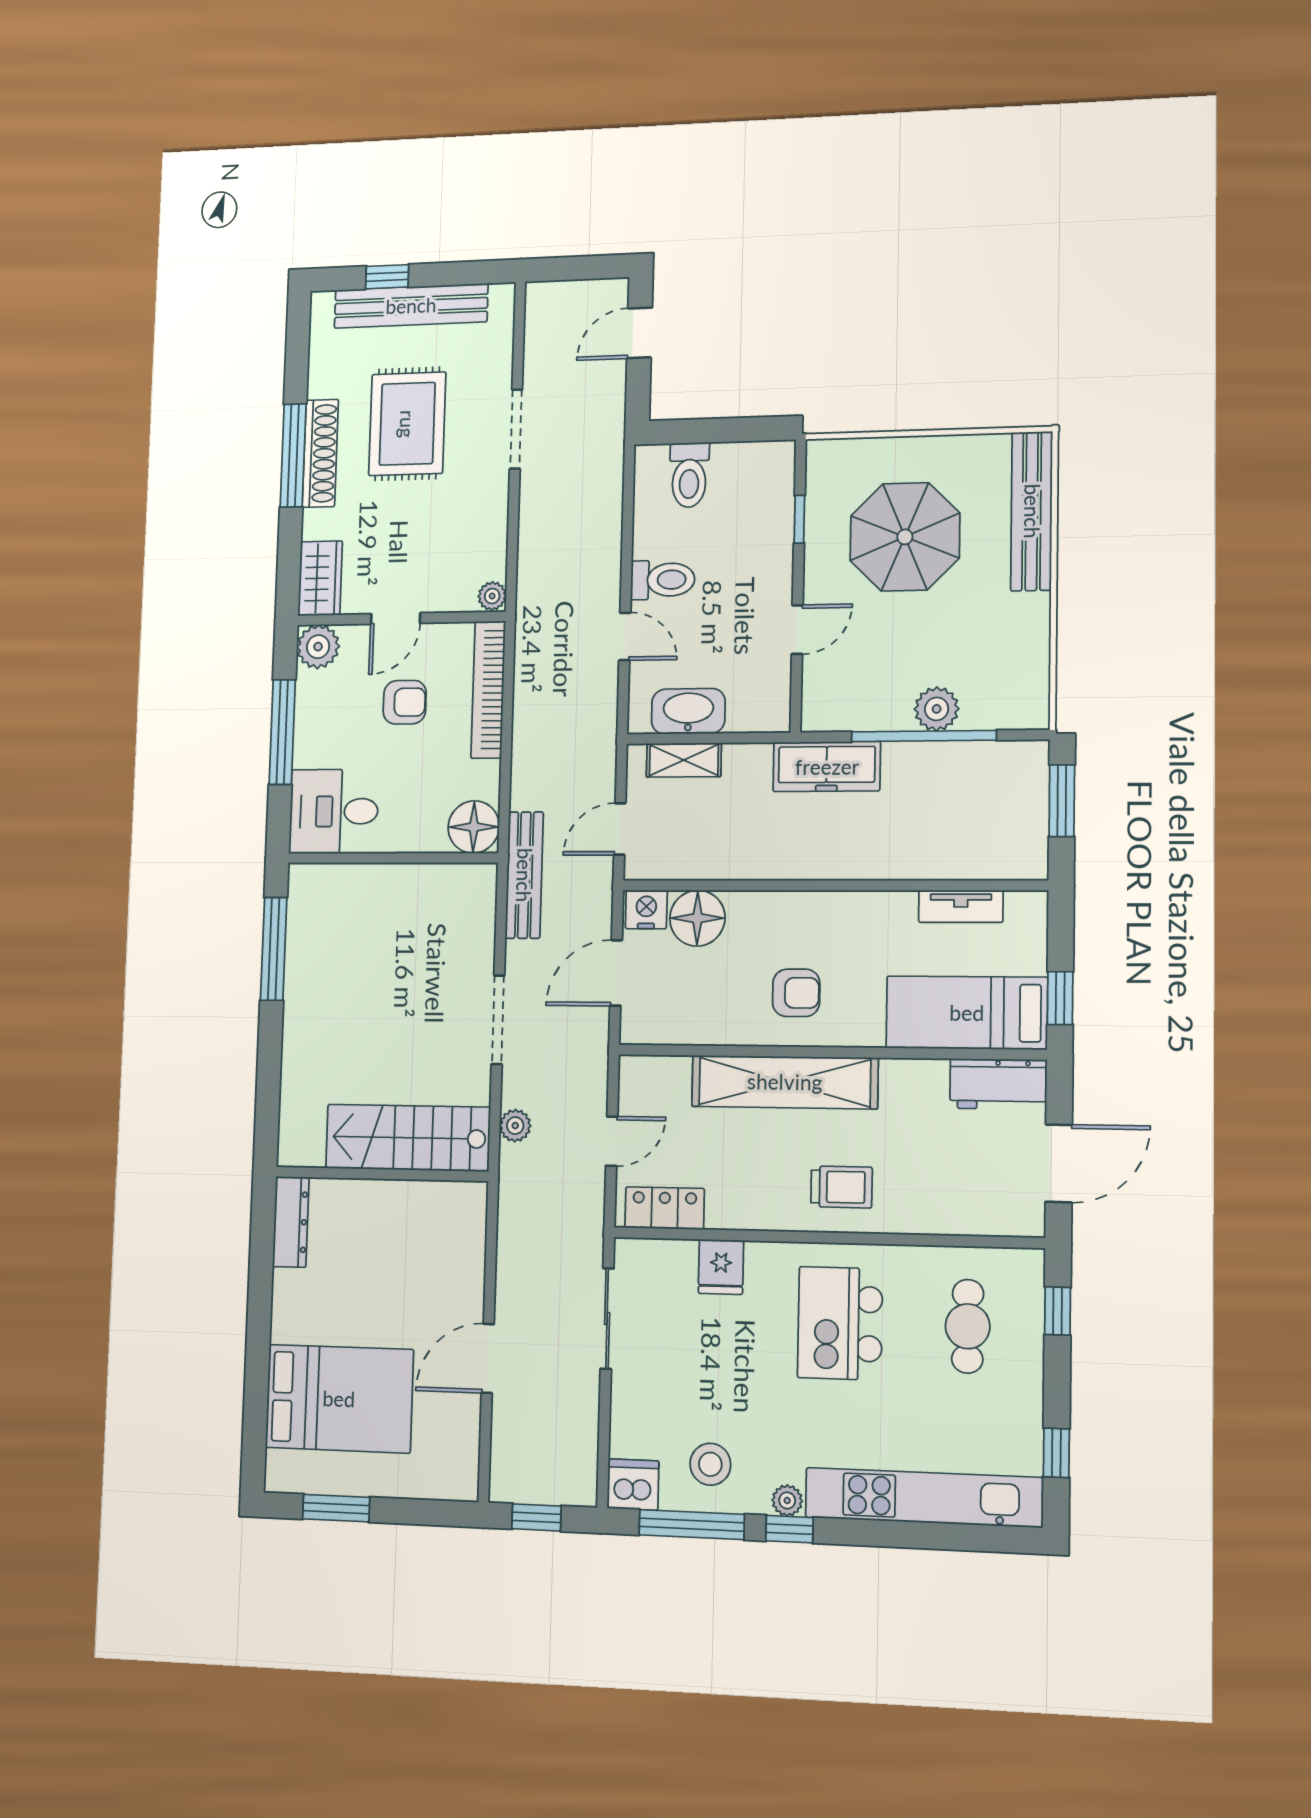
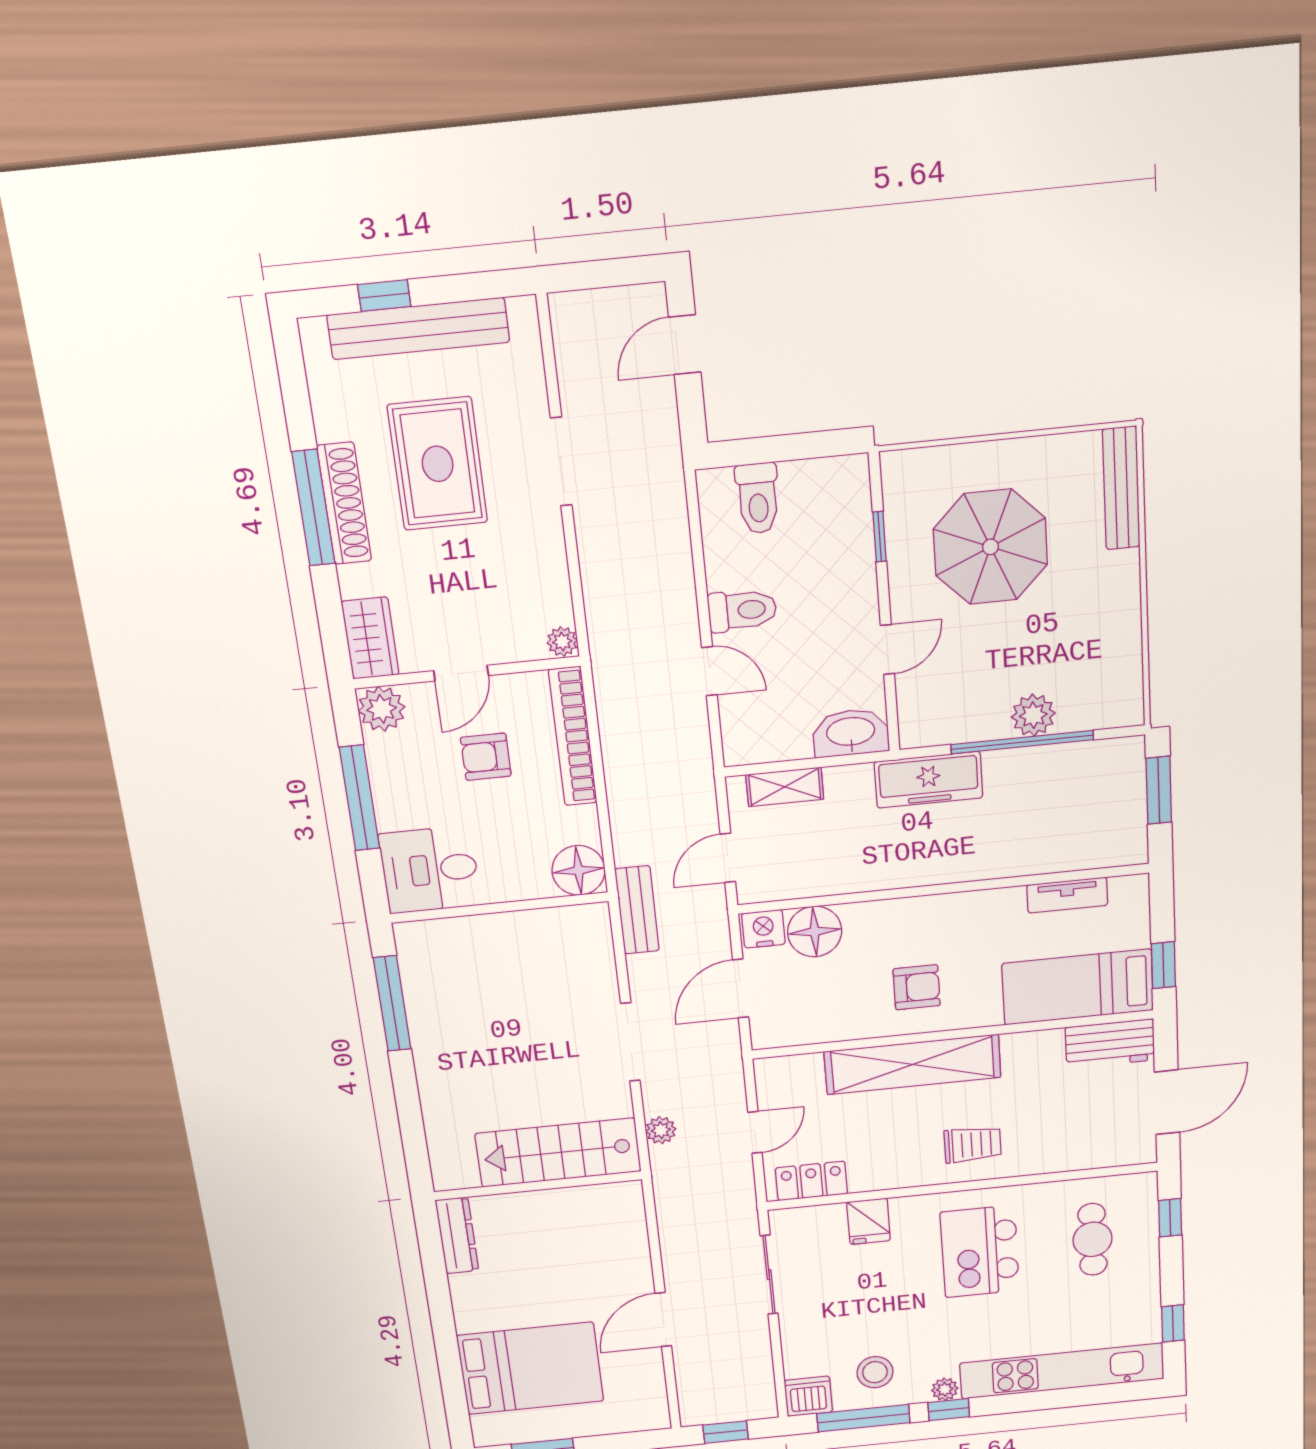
bench: (1032, 511) -> (1121, 488), width x0.73, depth x0.82
armchair: (405, 702) -> (486, 757), turned 180
washbasin: (688, 711) -> (851, 733), moved
bench: (524, 875) -> (637, 910), width x0.73

